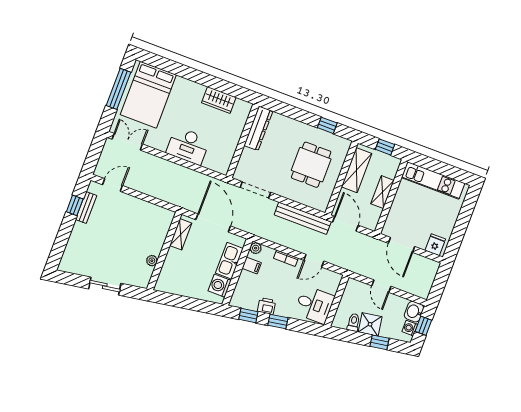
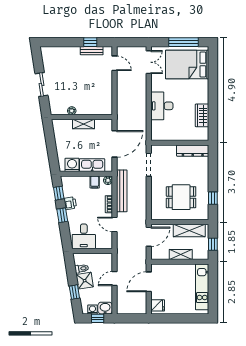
bench: (303, 218) -> (122, 191), moved
shelving: (181, 234) -> (83, 124), moved

